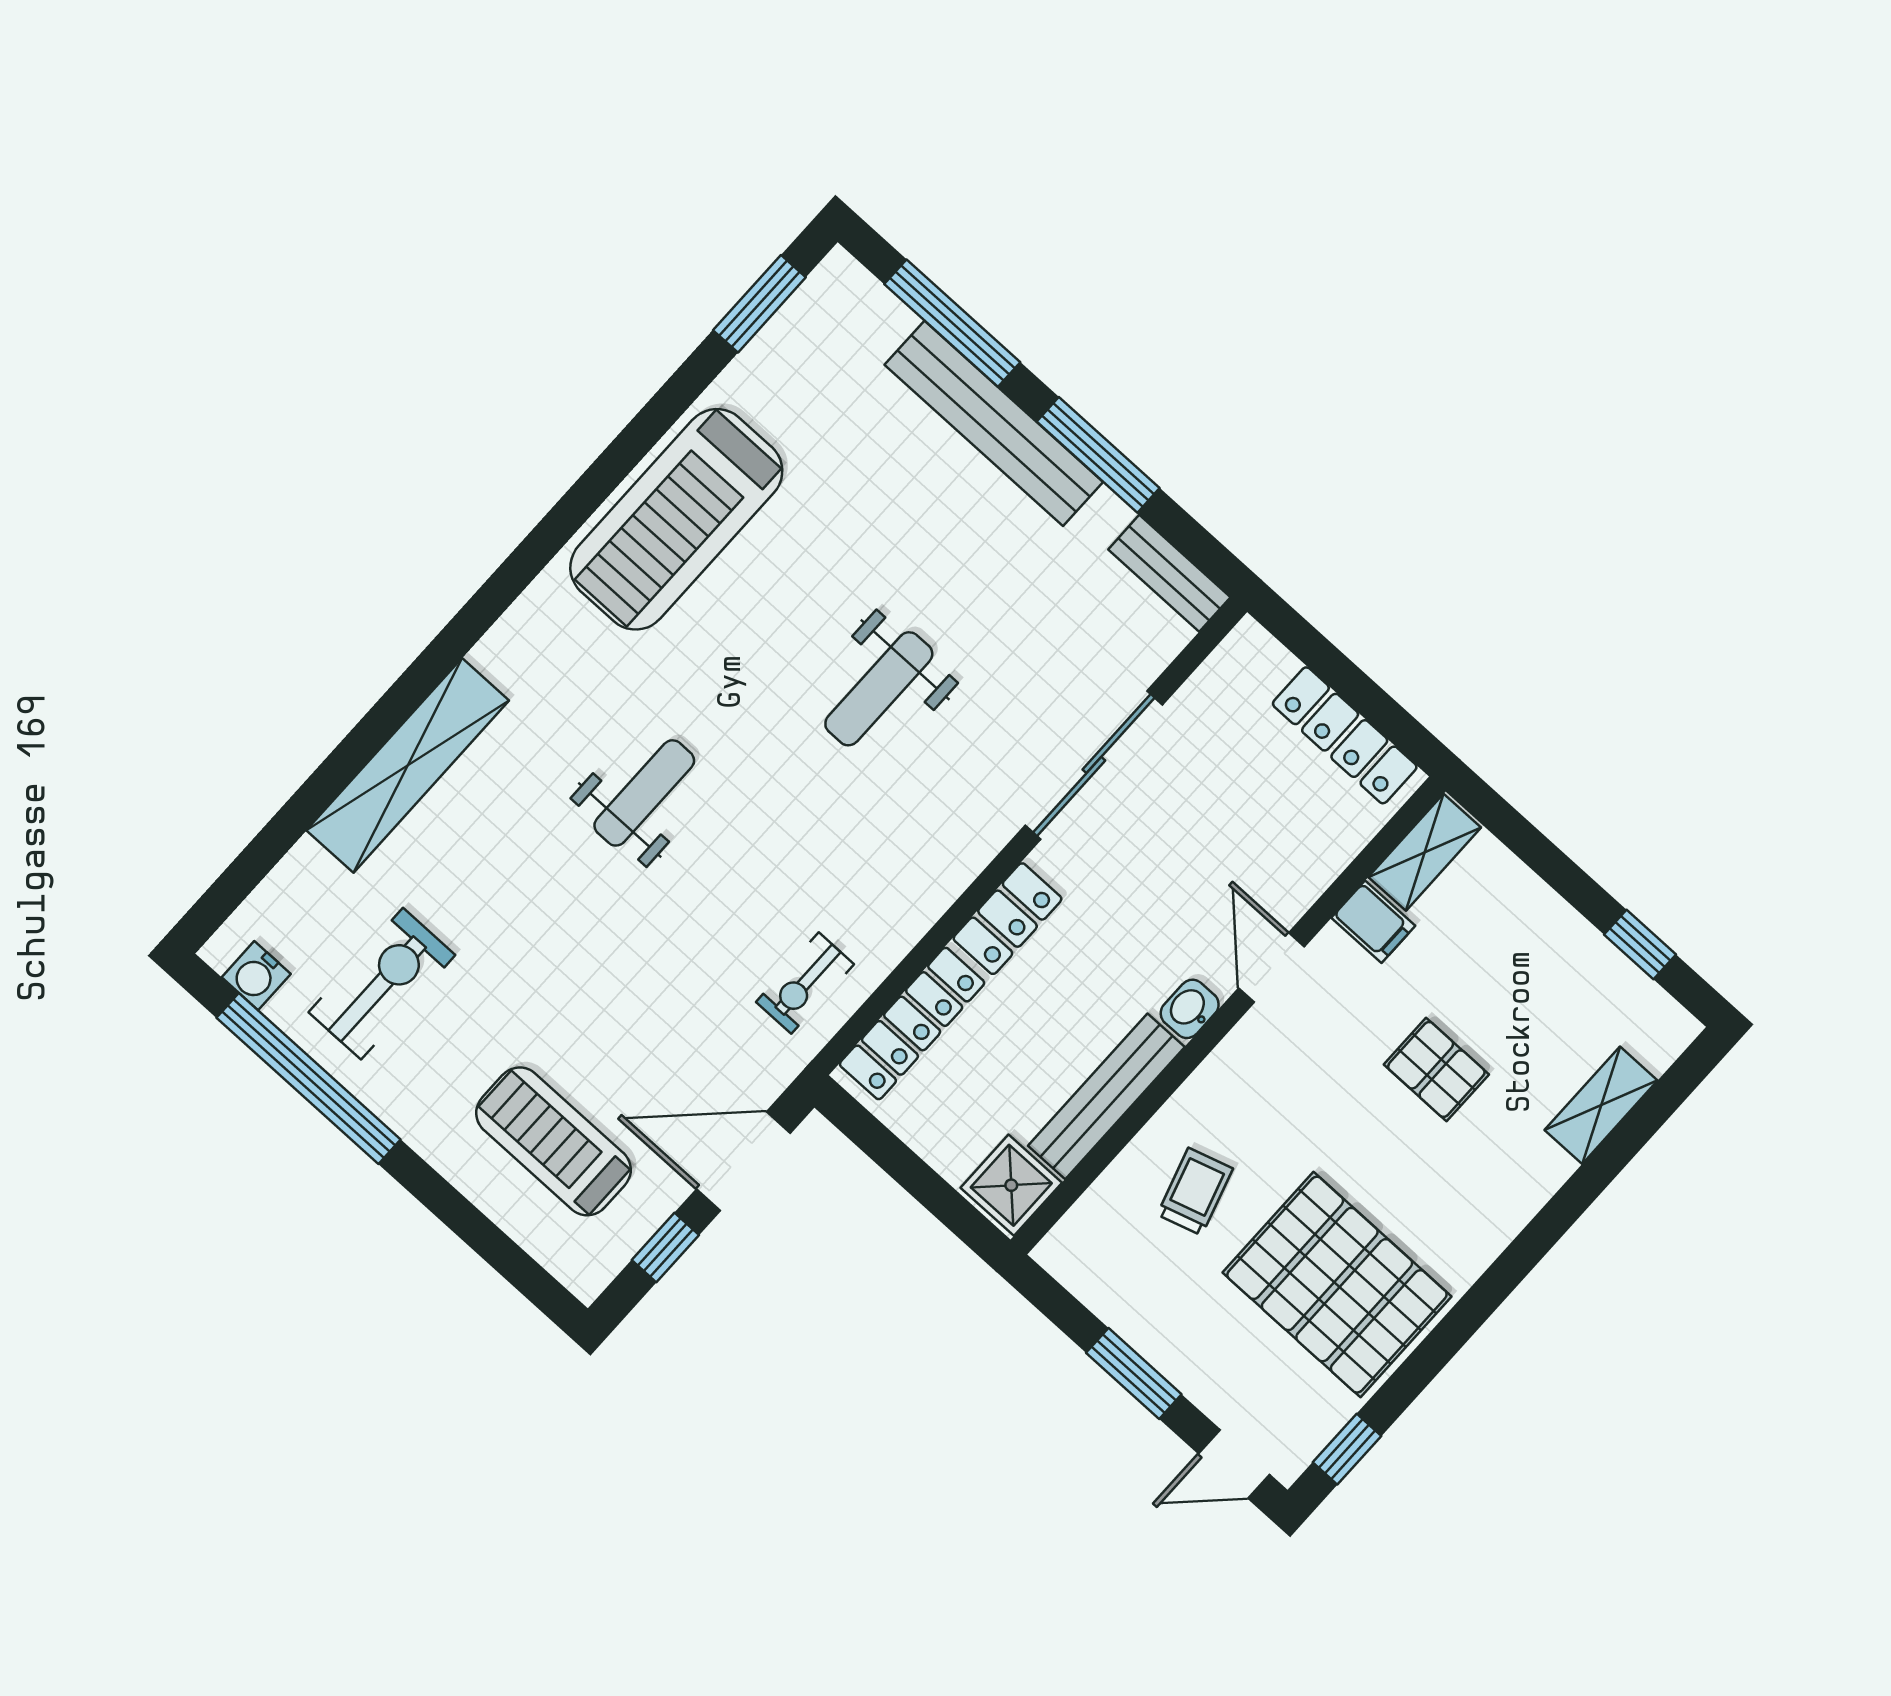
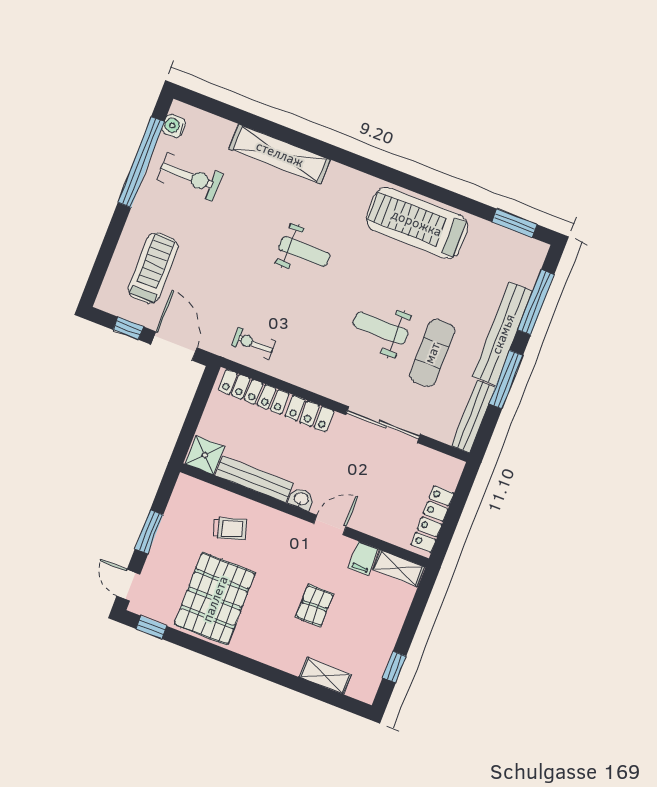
bench: (1169, 573) -> (473, 417), width x1.36
exercise mat: (977, 595) -> (432, 353), added

